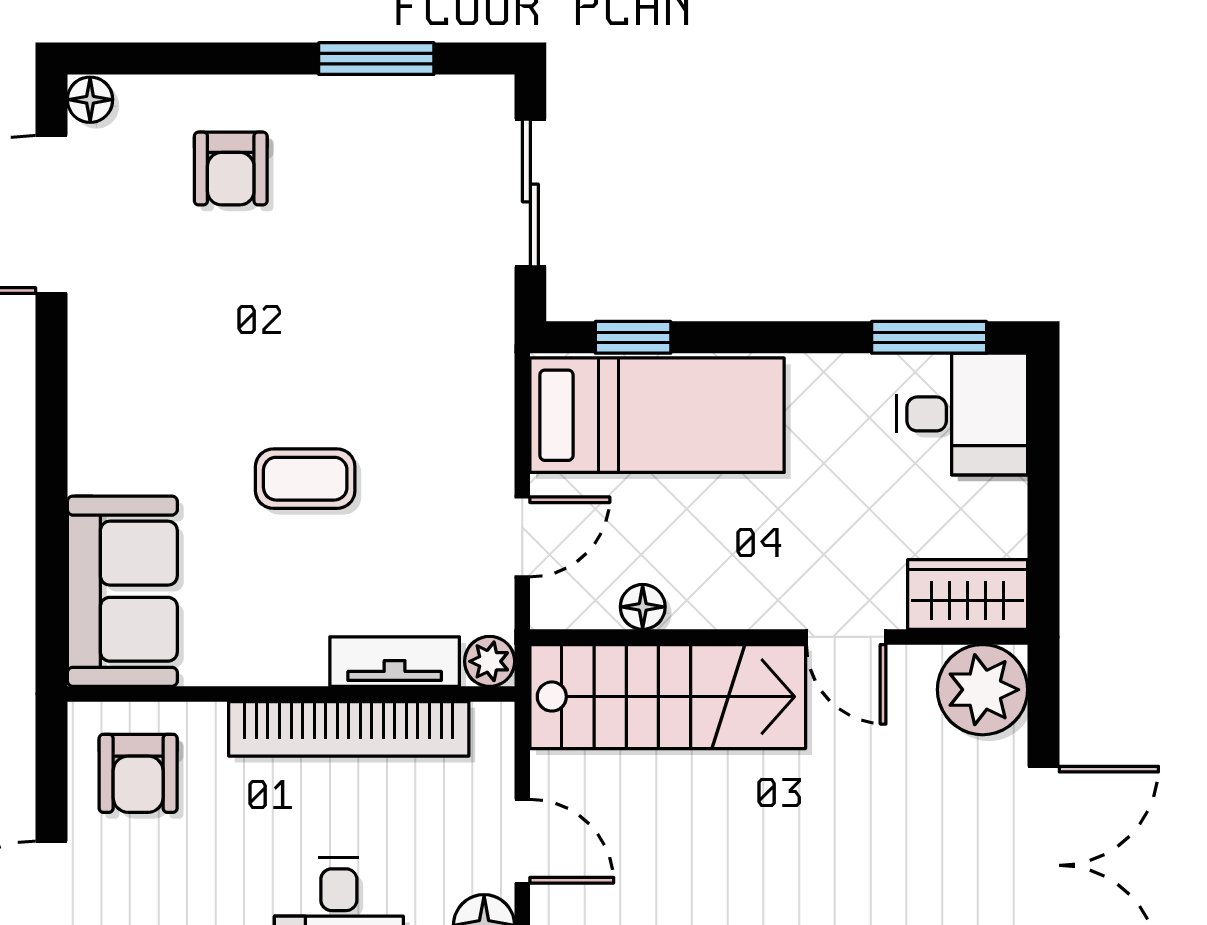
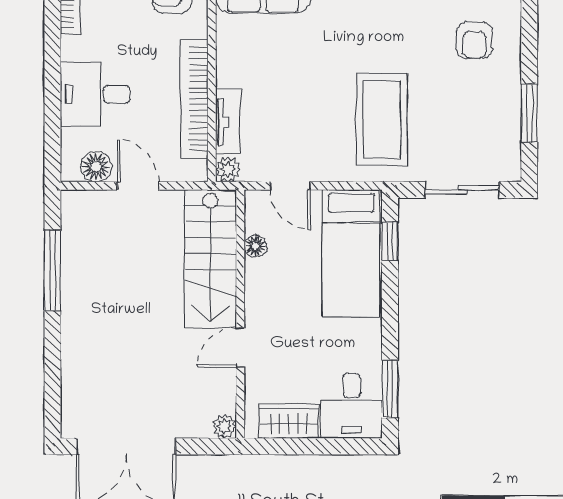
armchair: (231, 168) -> (474, 40), turned -90
coffee table: (305, 479) -> (382, 119), moved, width x1.86, depth x1.72
wardrobe: (968, 594) -> (289, 421), moved, turned -90
plant: (983, 690) -> (224, 426), width x0.53, depth x0.53
door: (522, 841) -> (138, 186), swing flipped

